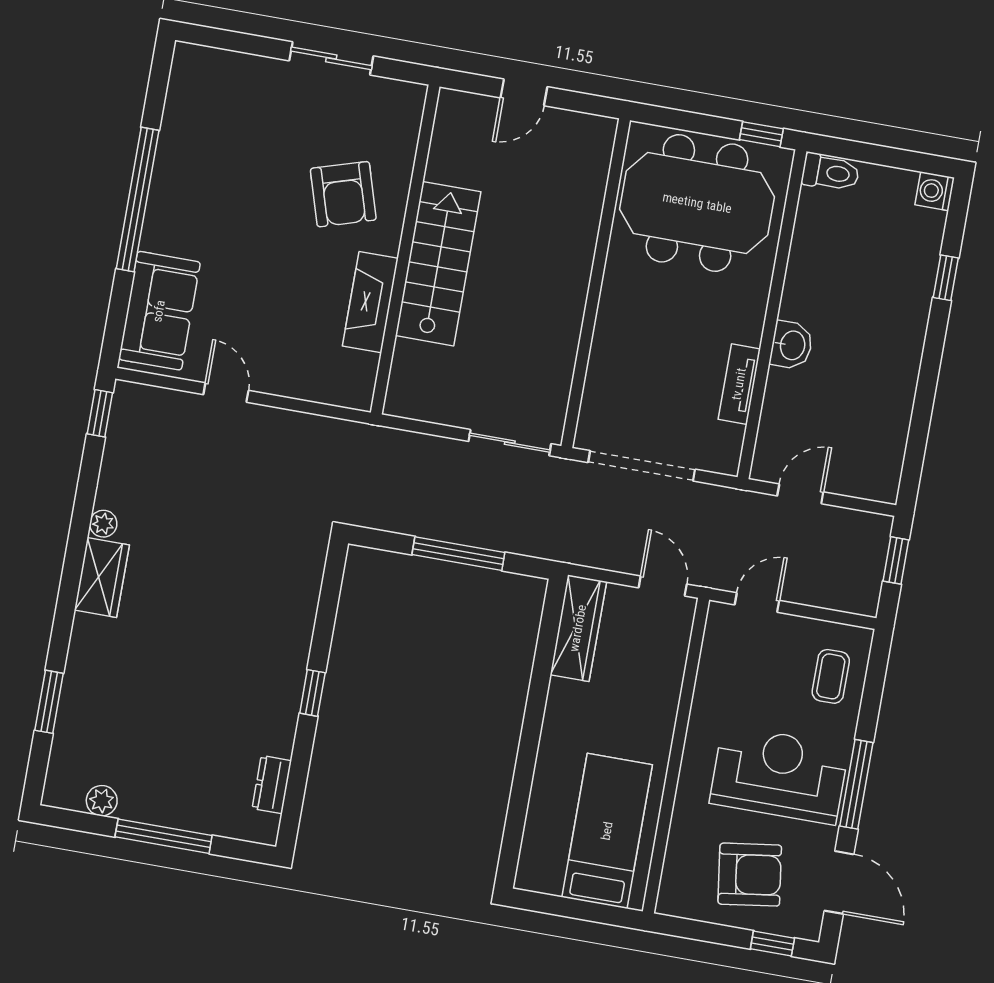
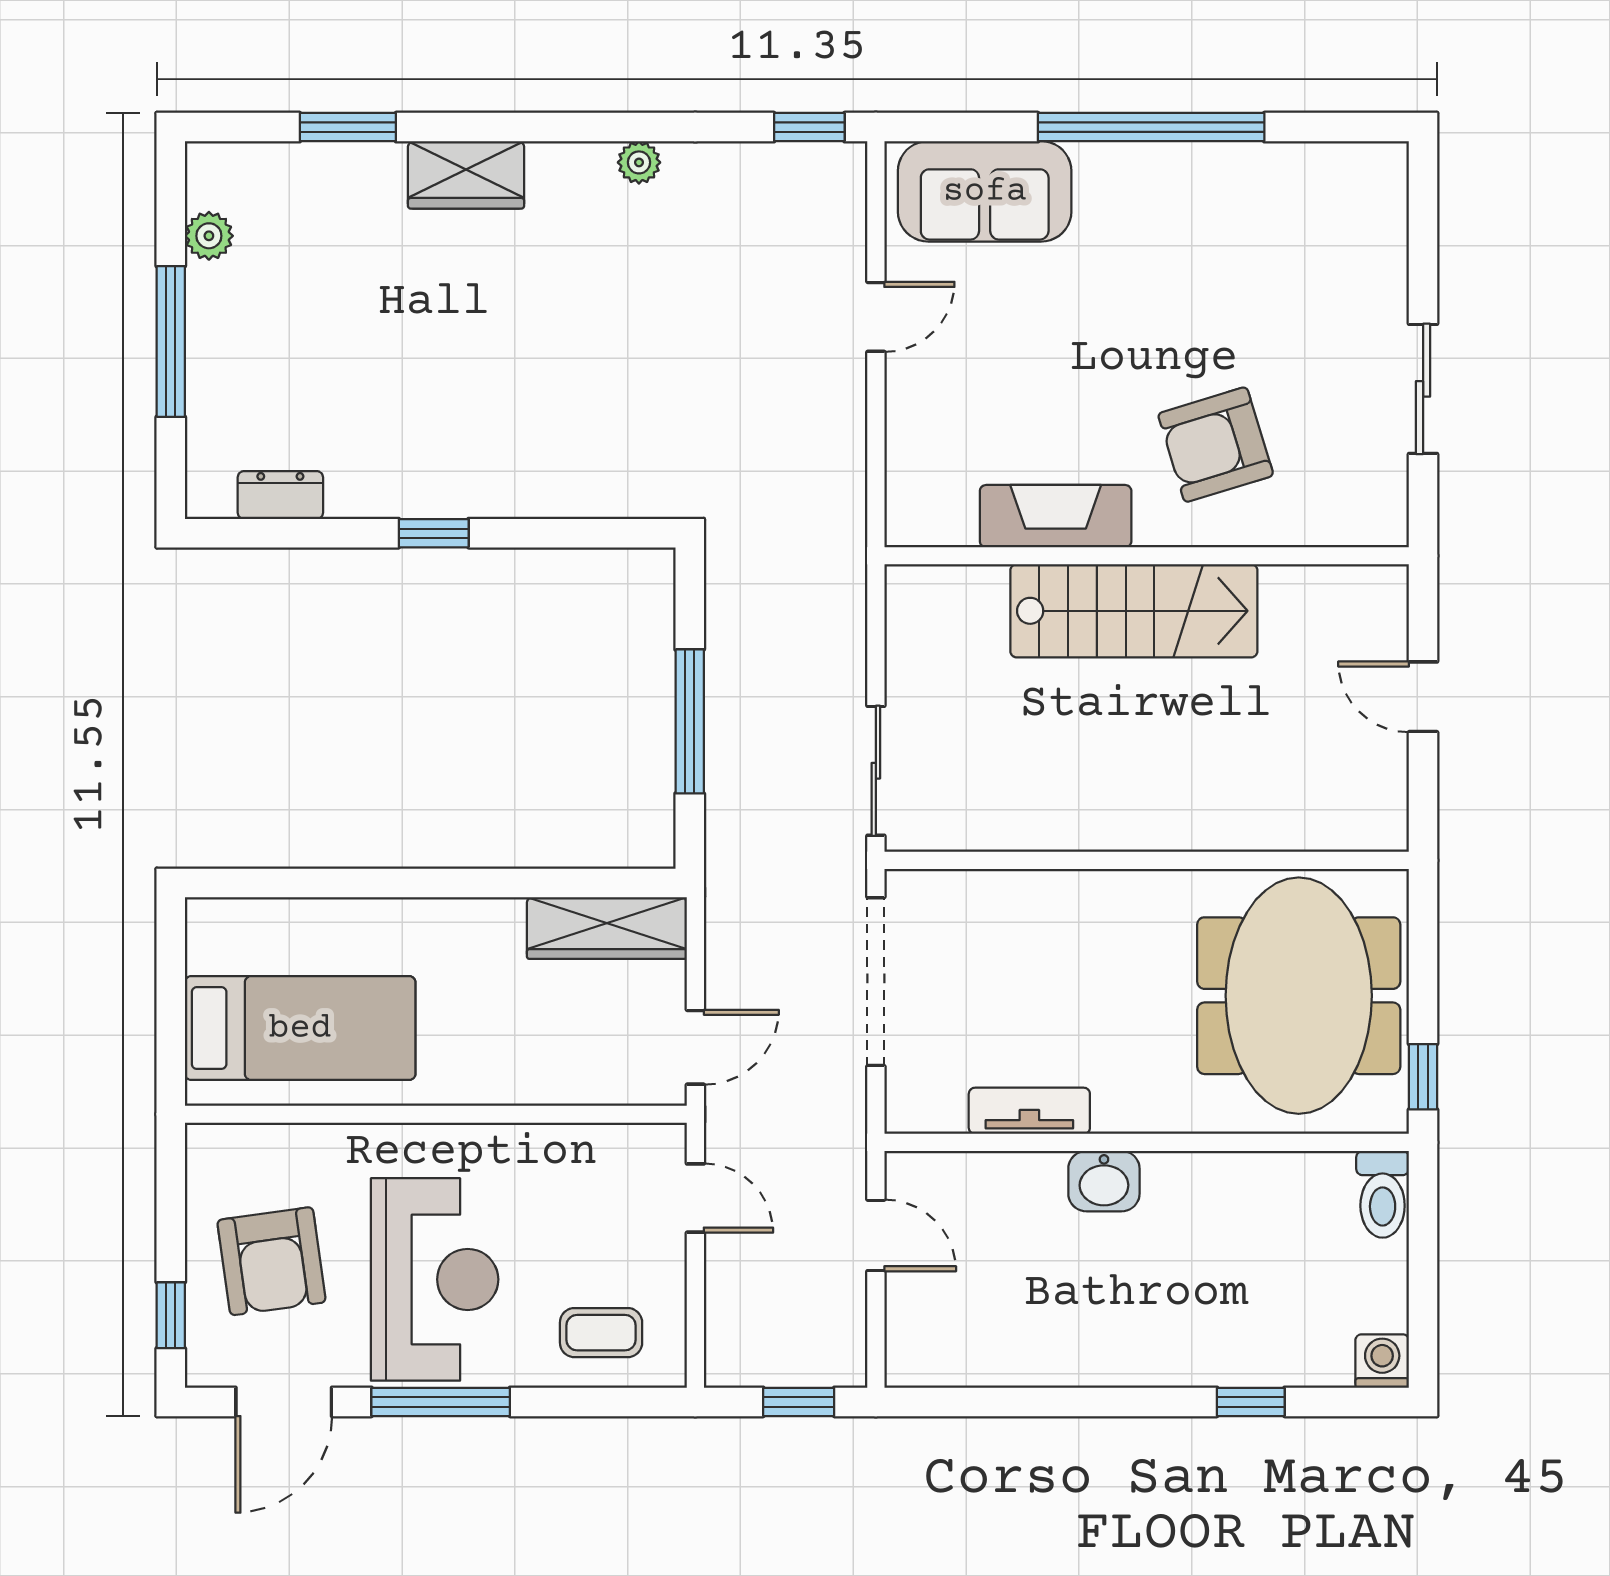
wardrobe: (102, 578) -> (466, 175), moved

